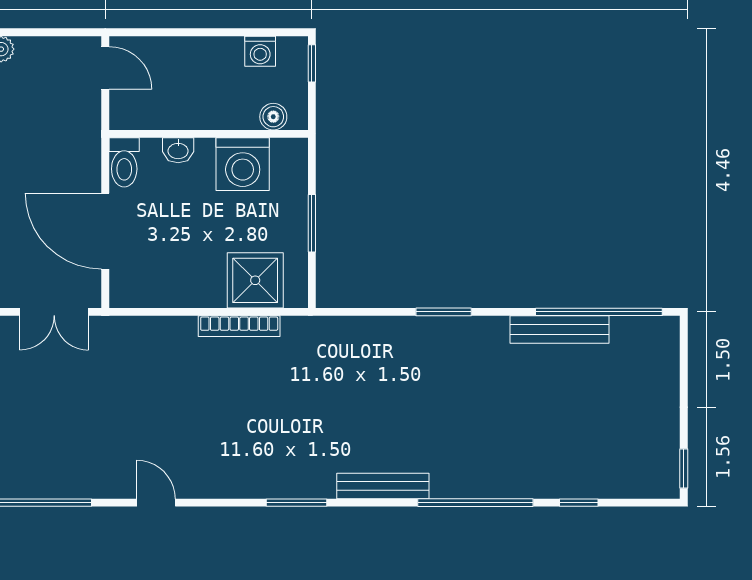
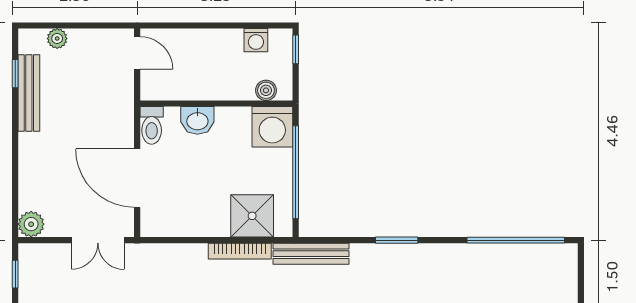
washbasin: (178, 150) -> (197, 120), width x1.38, depth x1.45
washing machine: (243, 164) -> (272, 127), moved
window: (312, 223) -> (296, 172), width x2.11
bench: (560, 330) -> (311, 254), moved

